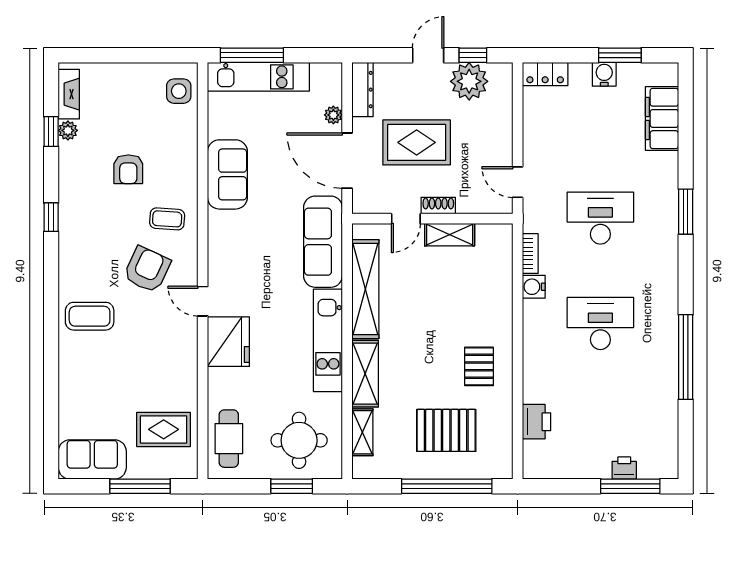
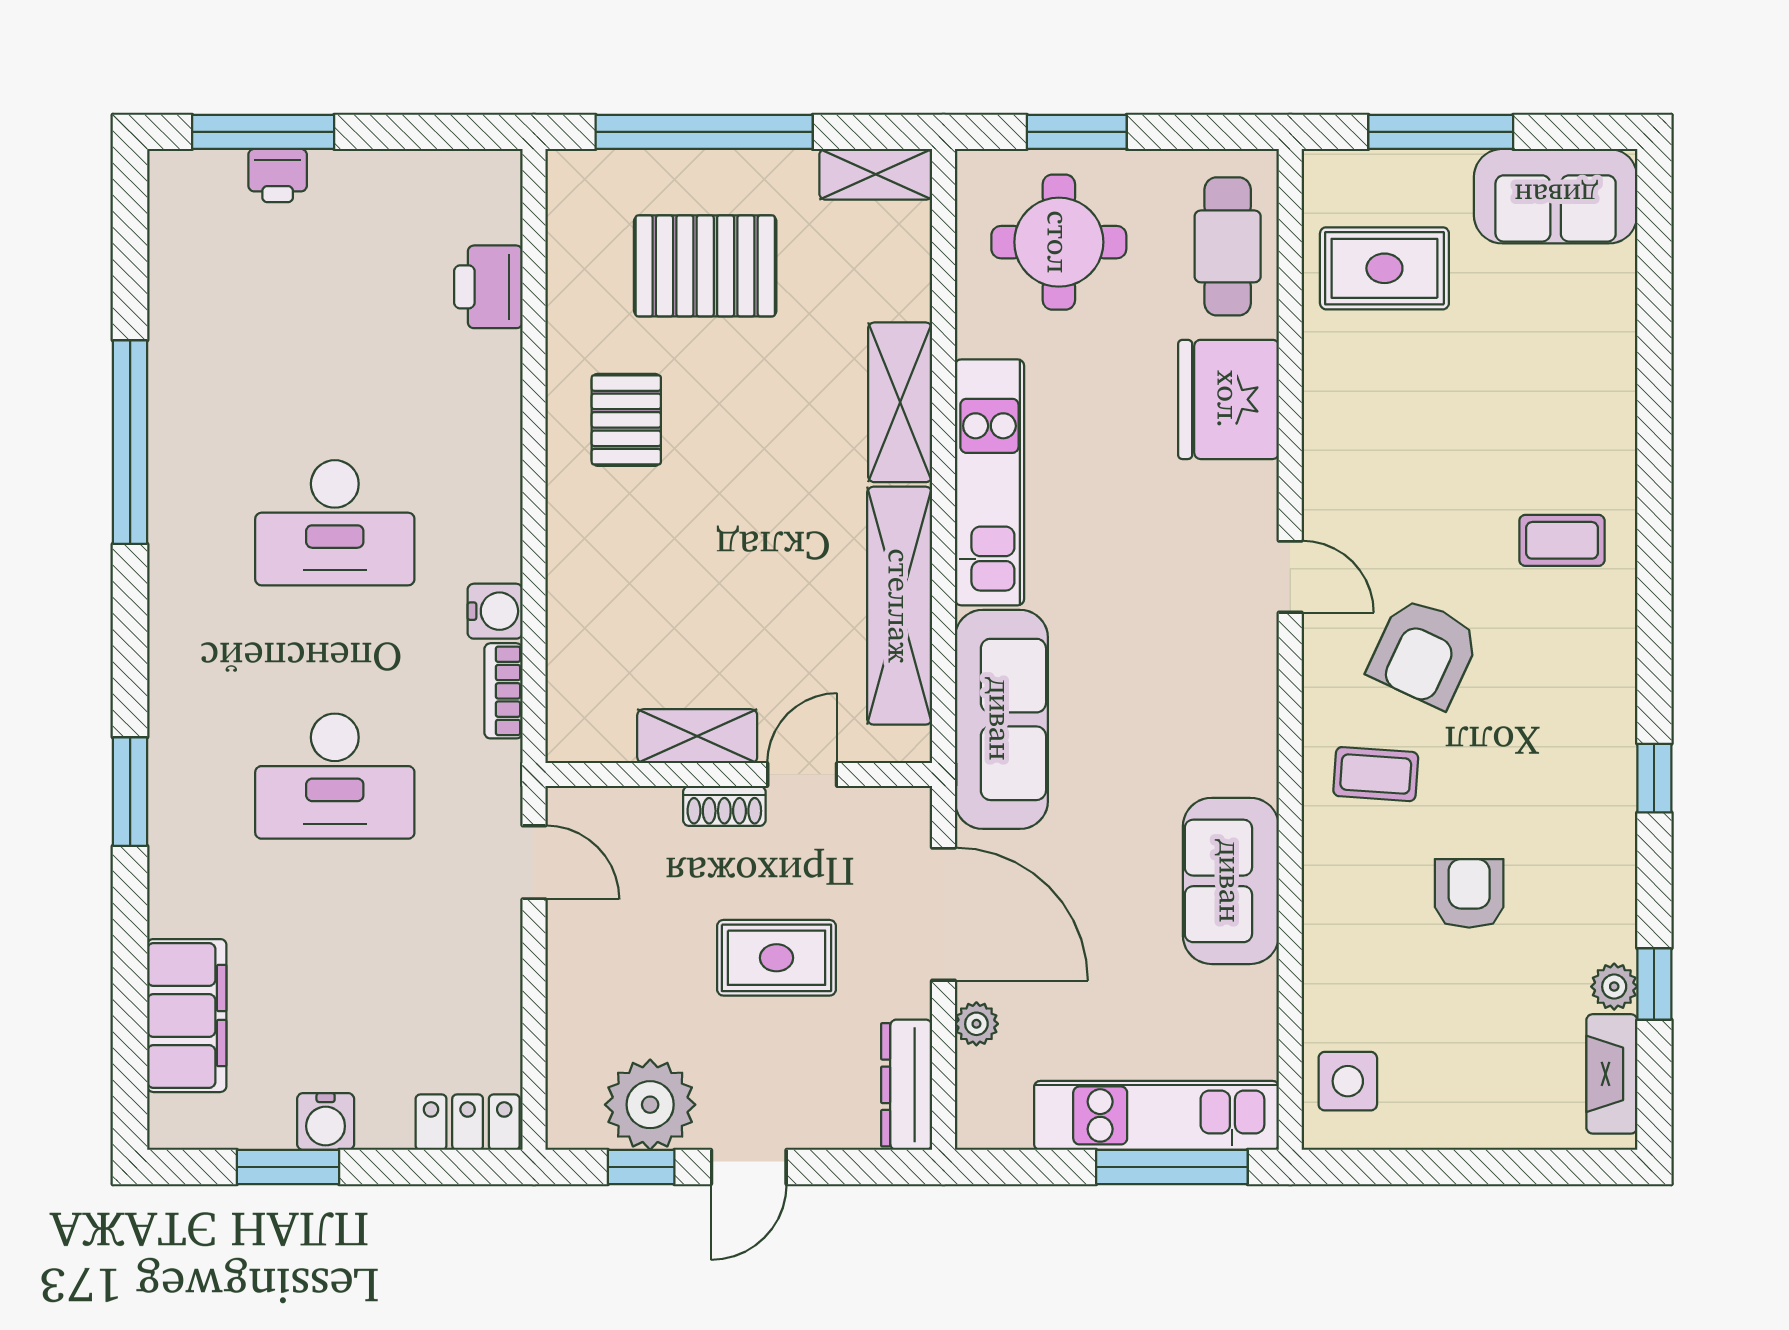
rug: (417, 142) -> (776, 958), width x0.73, depth x0.70
coffee table: (90, 316) -> (1562, 540), width x0.73, depth x0.77
fridge: (228, 342) -> (1229, 399), moved
shelving: (362, 432) -> (876, 174), moved, turned 90

